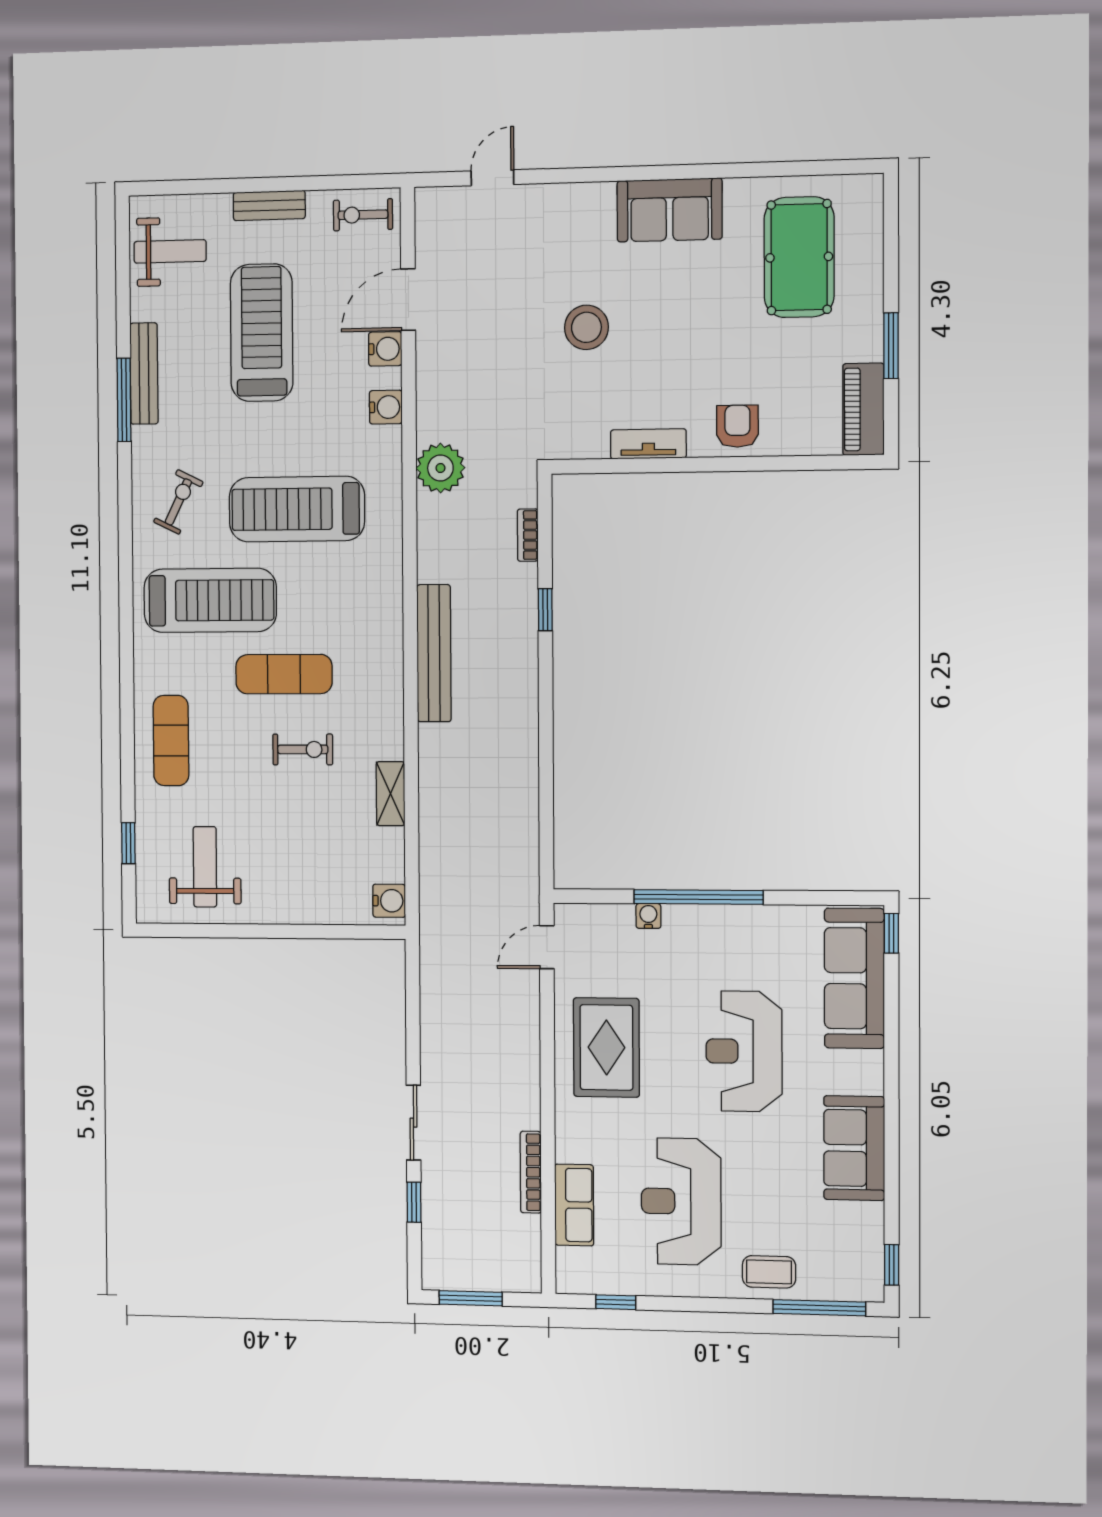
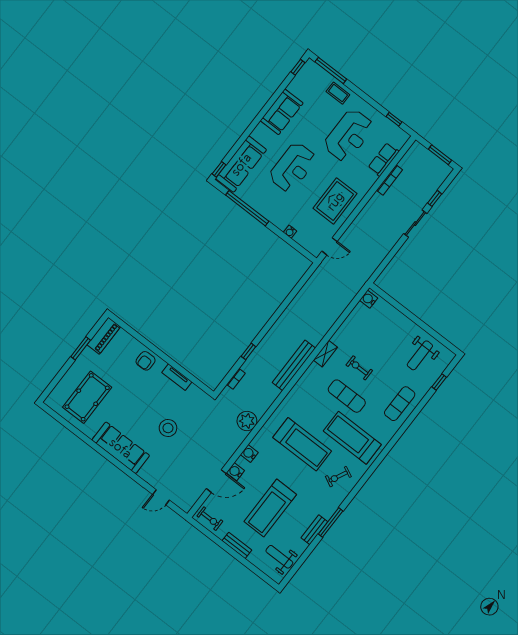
sofa: (670, 210) -> (121, 448), width x1.36
bench: (144, 374) -> (314, 530), width x0.73
shelving: (391, 794) -> (325, 354), moved
window: (698, 897) -> (247, 208), moved

